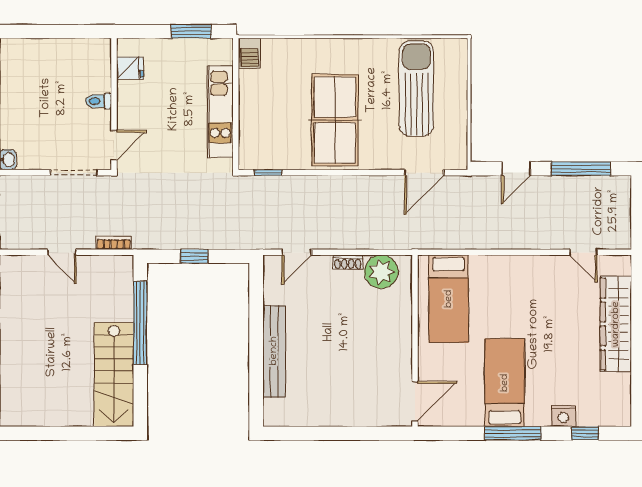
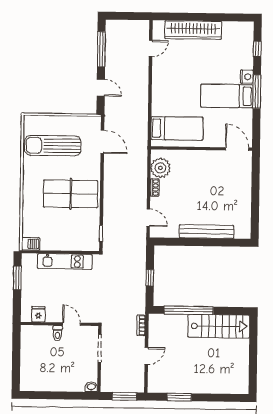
door: (114, 145) -> (72, 324), moved
nightstand: (563, 416) -> (247, 77), moved

